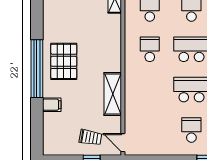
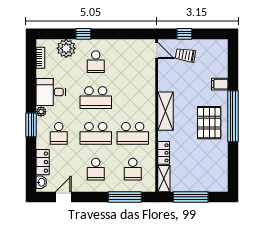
locker: (115, 27) -> (164, 153), added
school desk: (150, 49) -> (133, 133), width x1.85
shelving: (113, 94) -> (166, 111), moved

